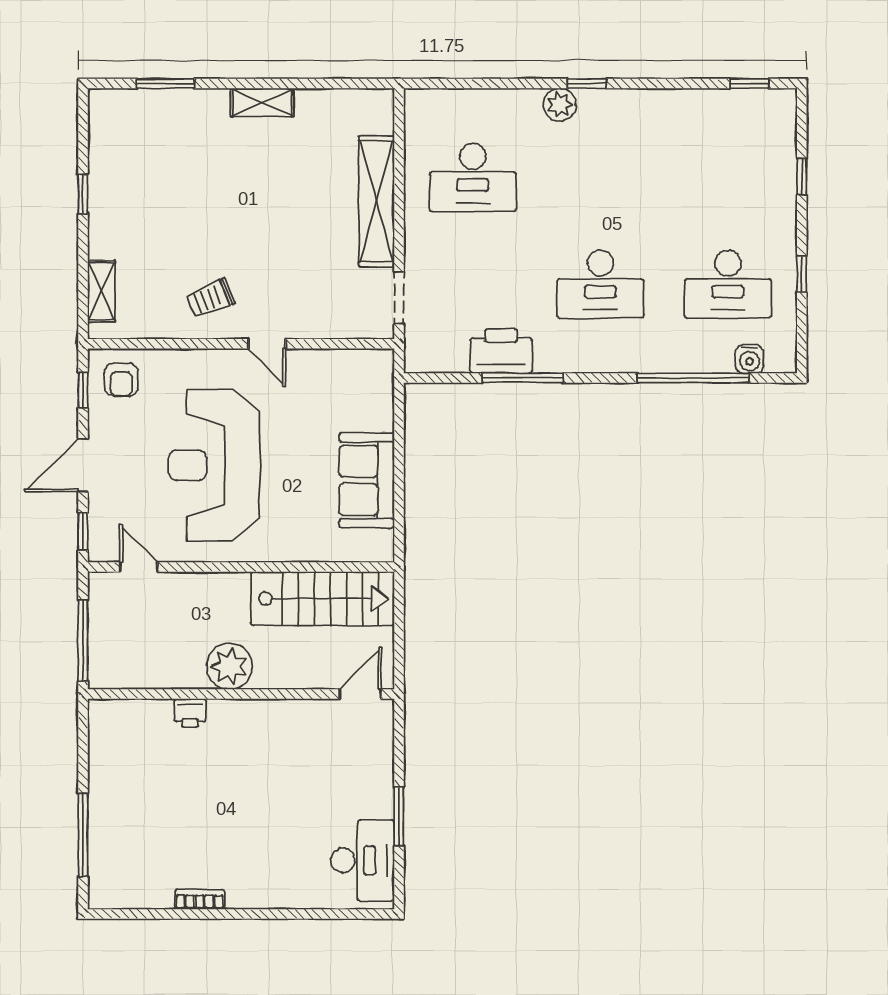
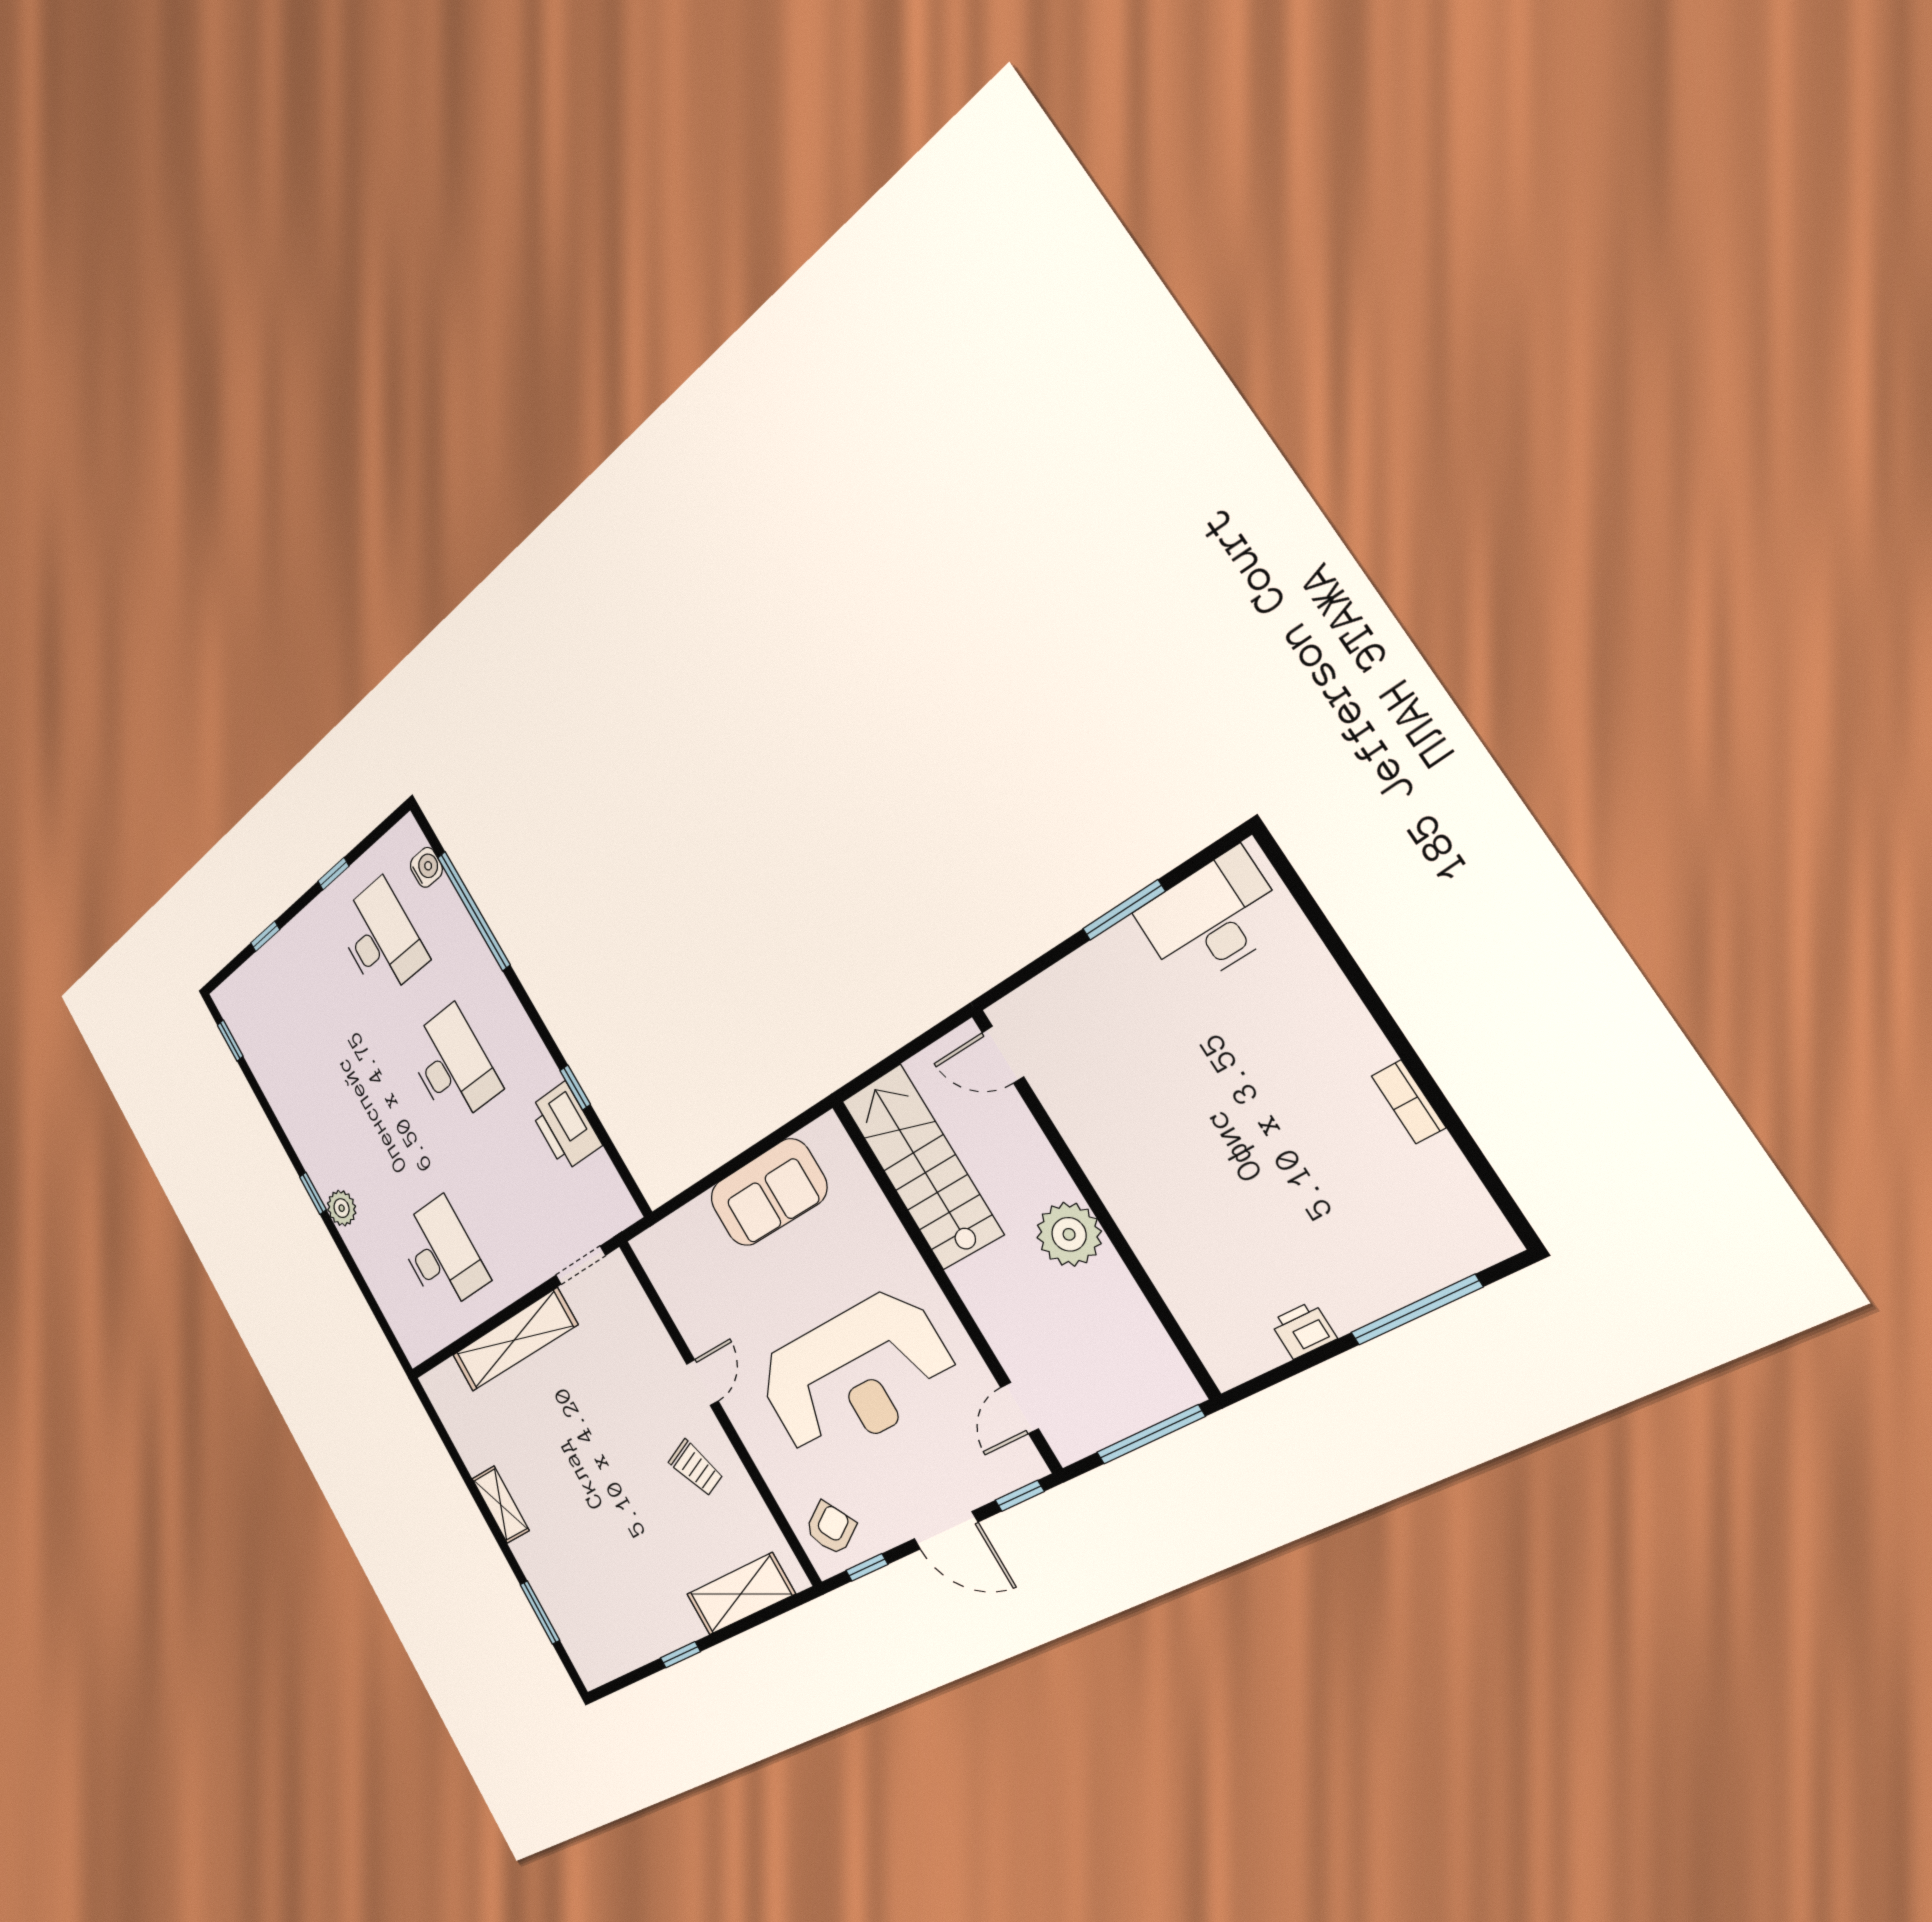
shelving: (101, 291) -> (741, 1594), width x1.50, depth x1.33
window: (523, 378) -> (575, 1087), width x0.46
armchair: (121, 380) -> (831, 1528), turned -32
printer: (190, 713) -> (1303, 1330), moved, turned -90

